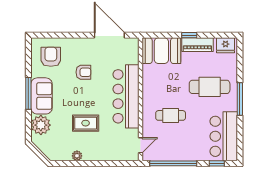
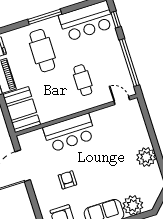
bar counter: (126, 96) -> (70, 133), width x0.73
rug: (86, 123) -> (117, 162), removed
plant: (77, 156) -> (146, 157), width x1.88, depth x1.88

